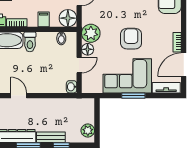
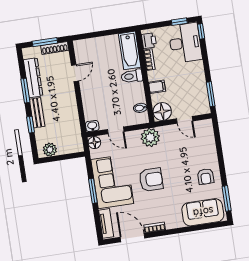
floor lamp: (88, 49) -> (94, 143), moved

